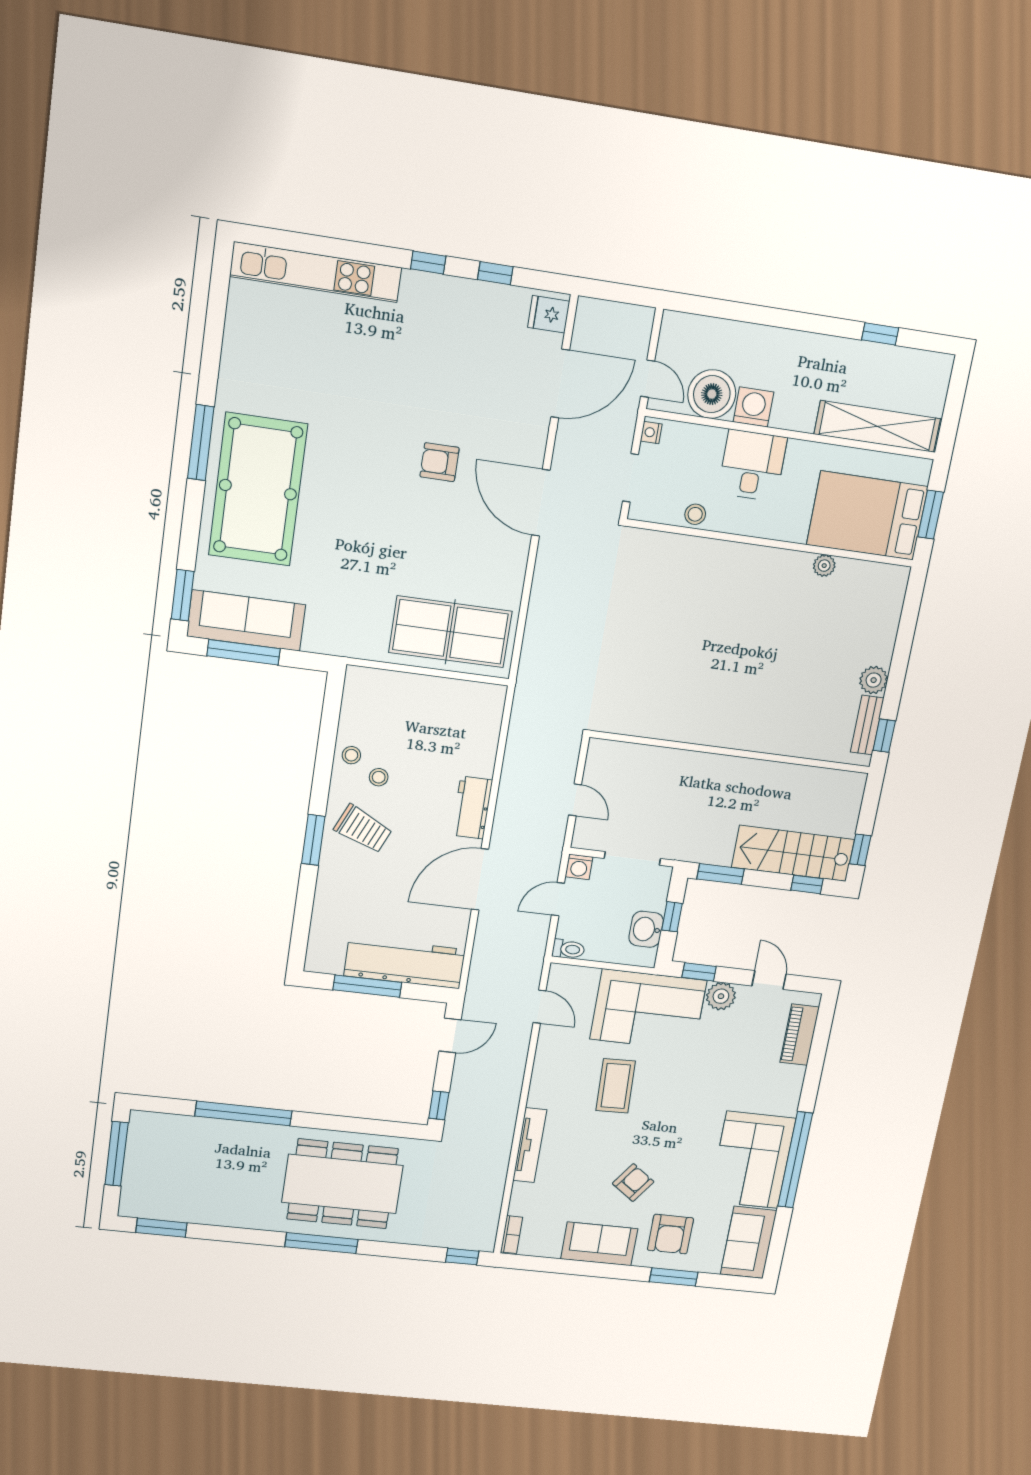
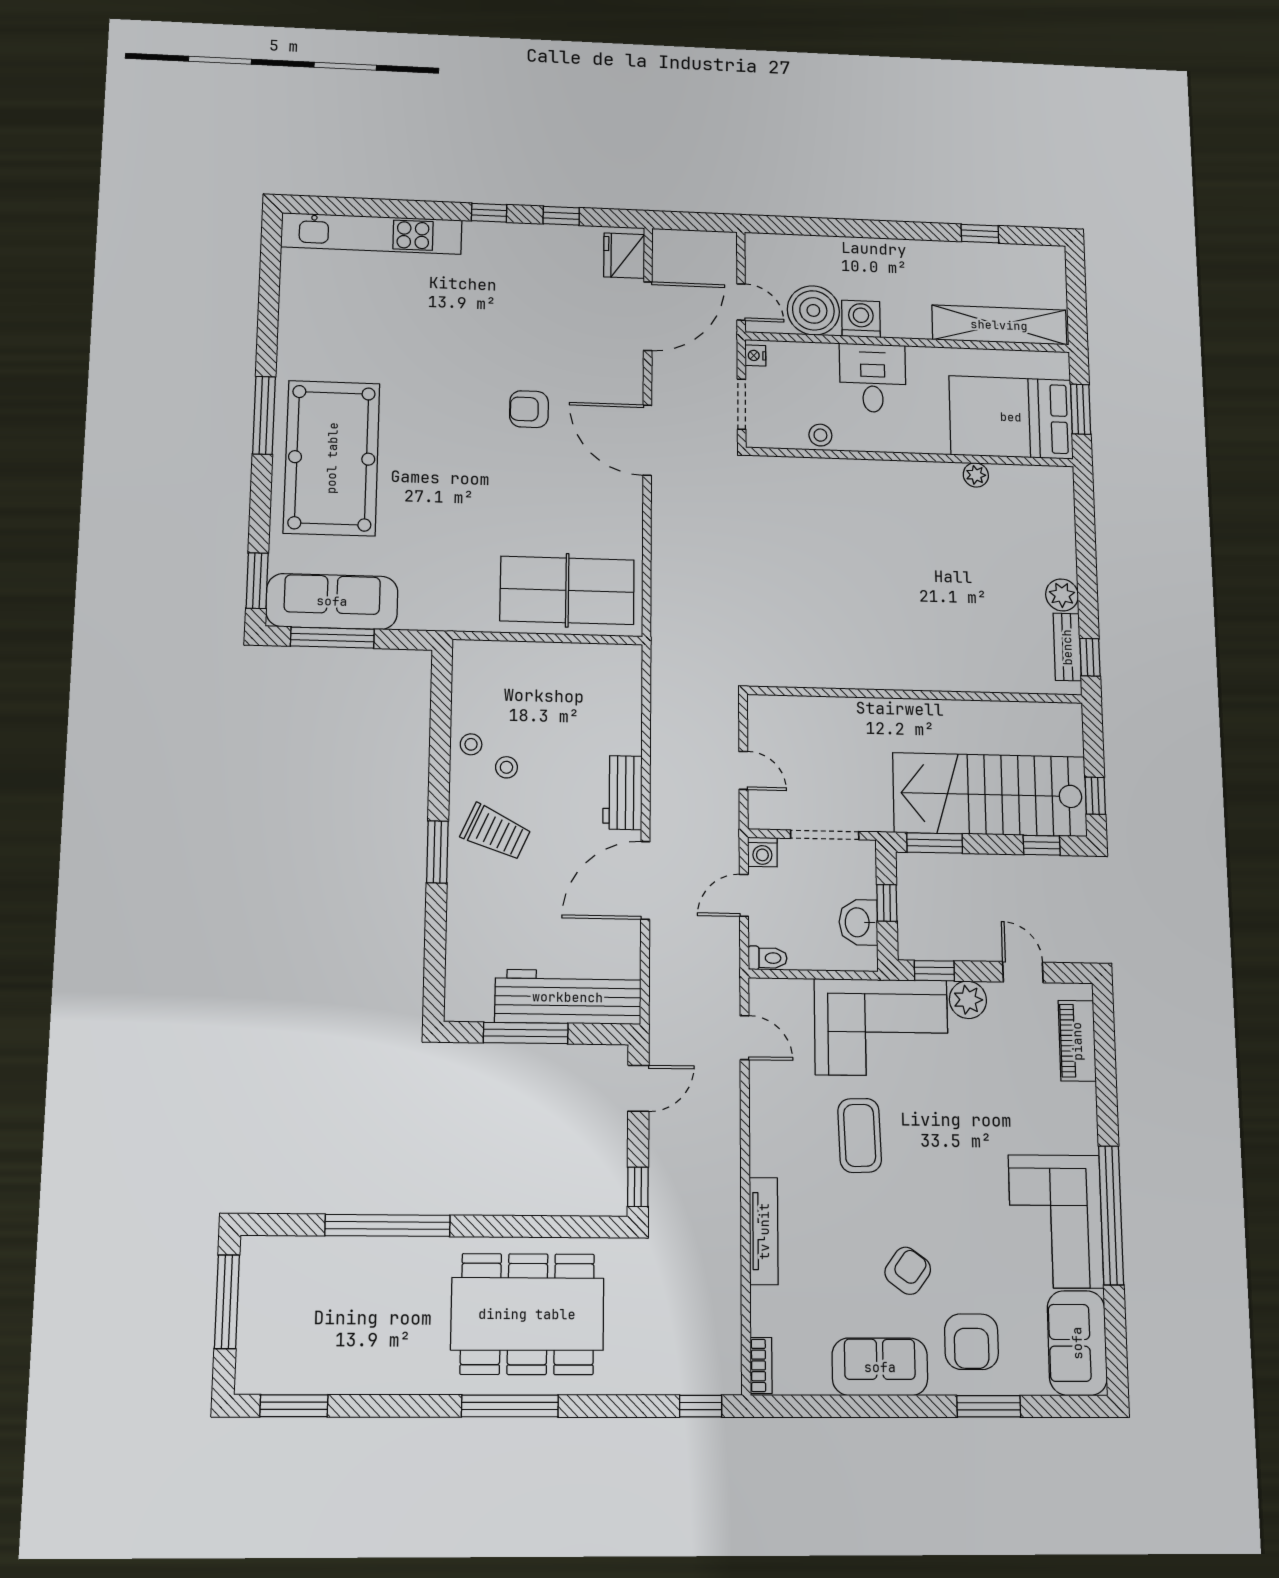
fridge: (549, 314) -> (624, 256), width x1.38
stairs: (793, 853) -> (990, 795), width x1.36, depth x1.51

